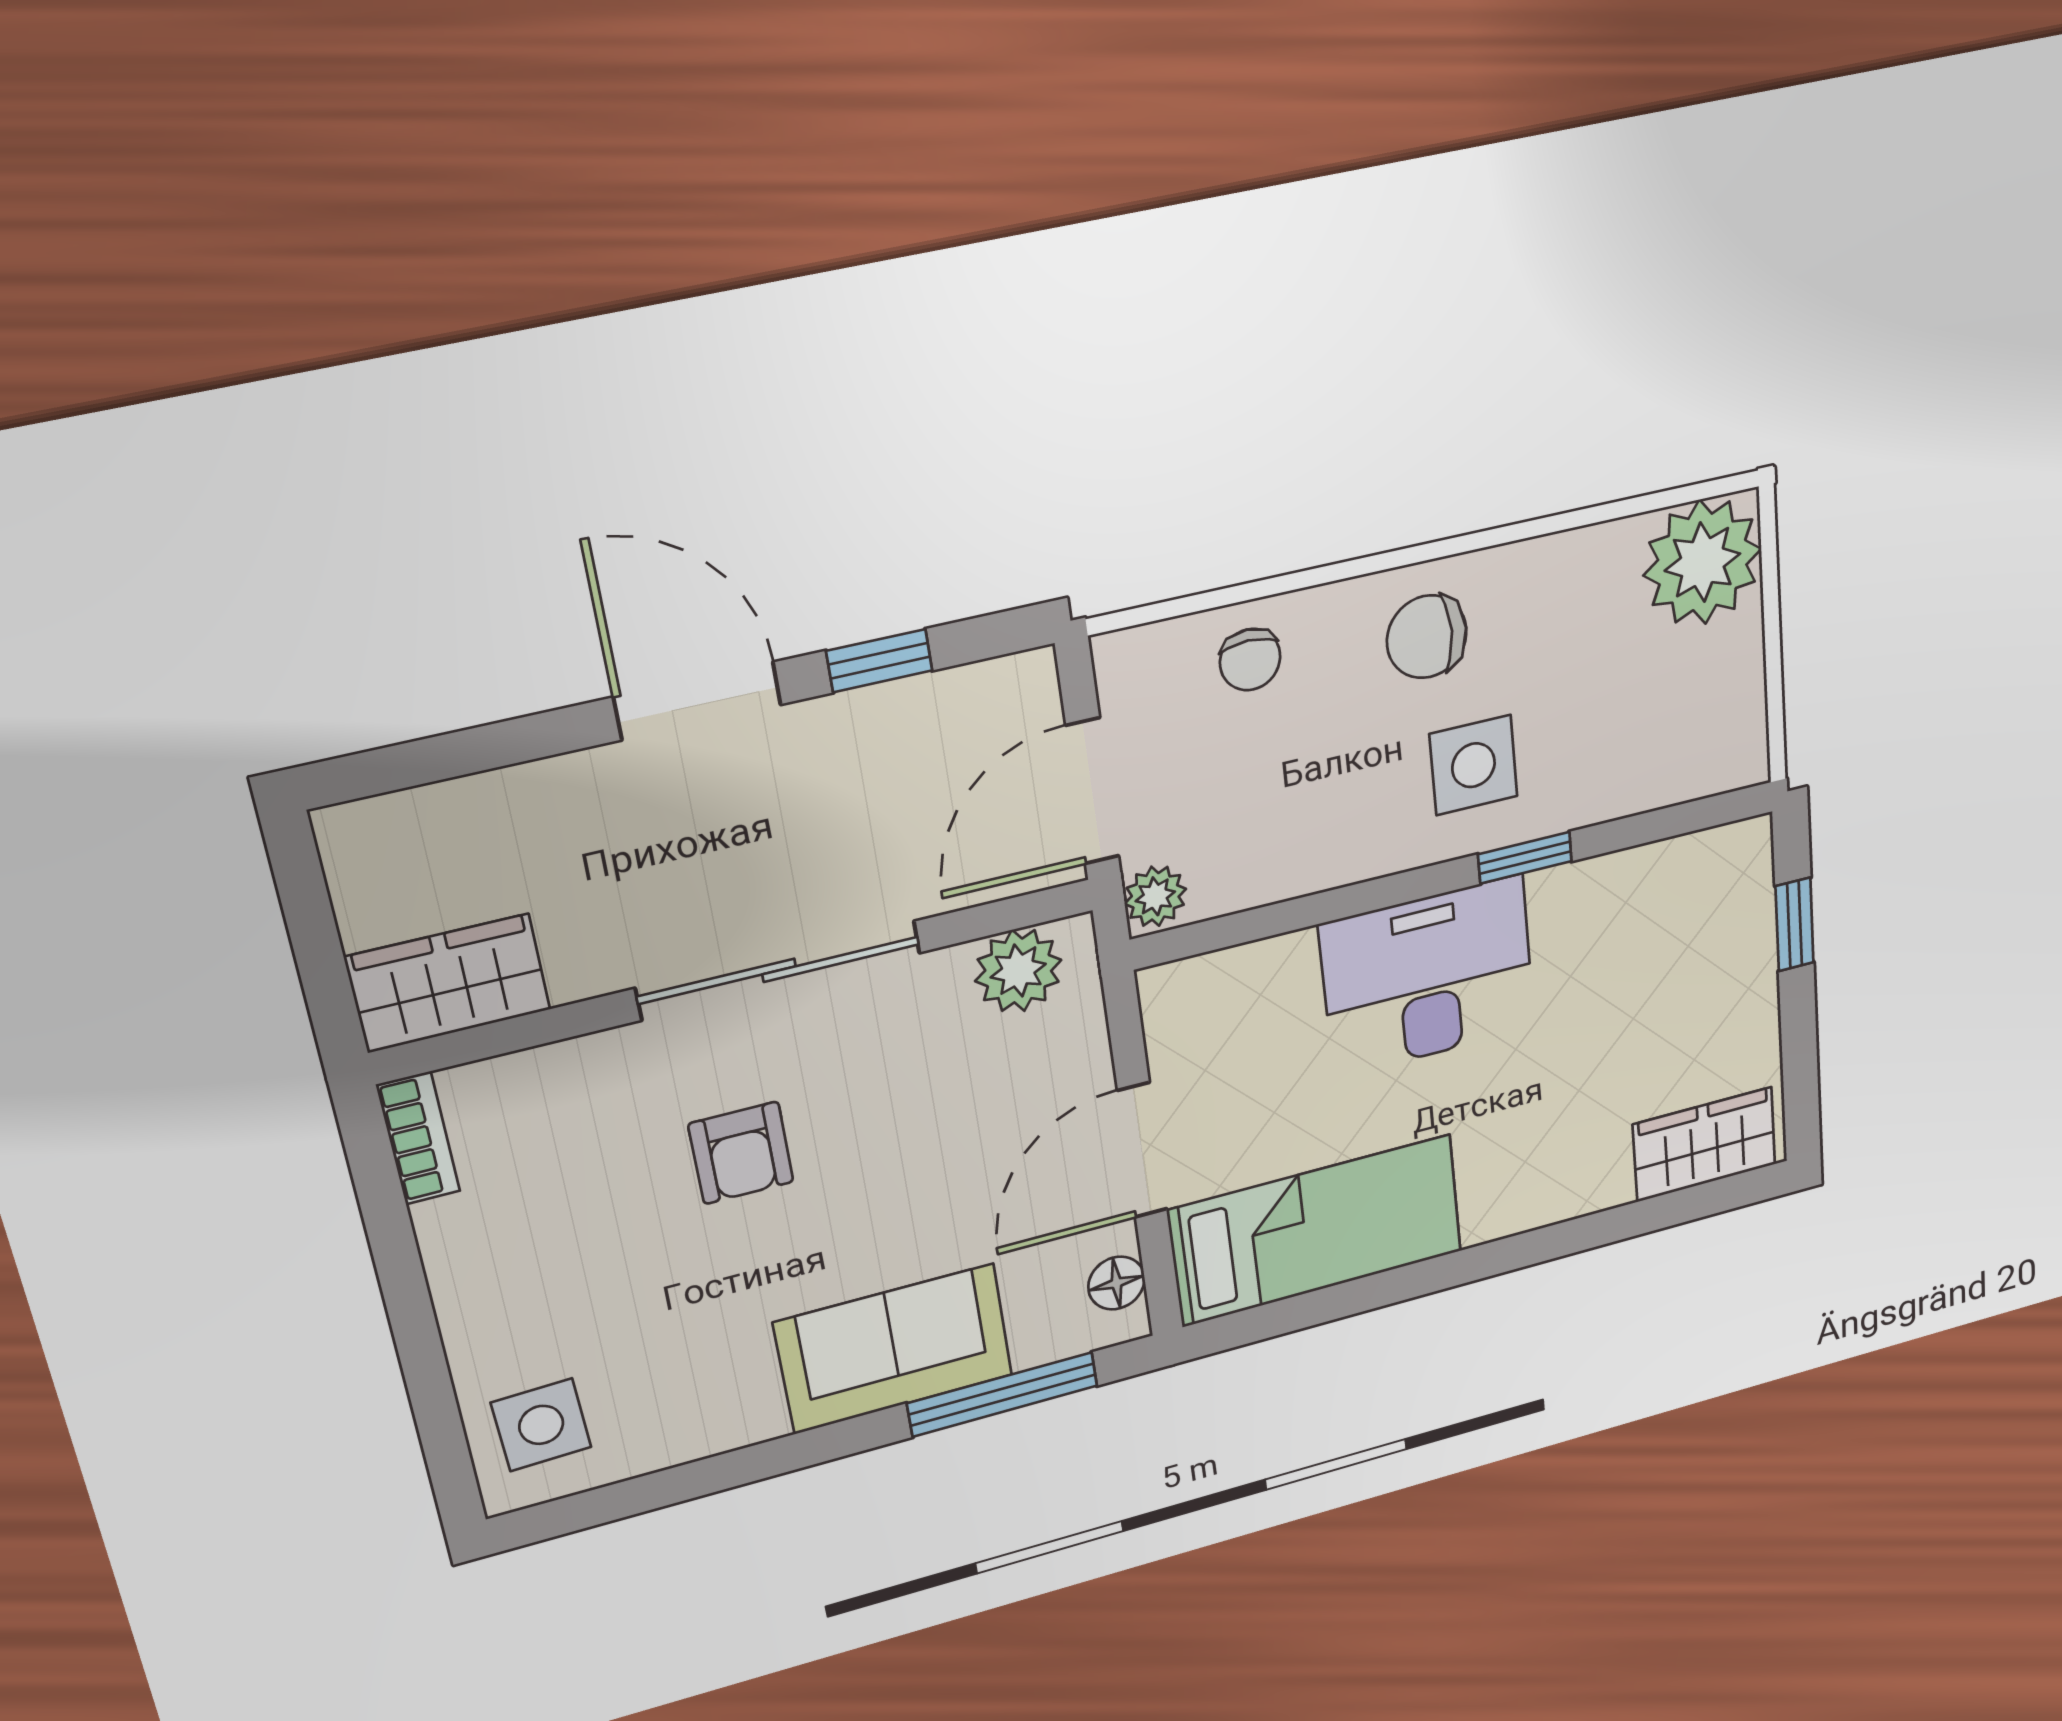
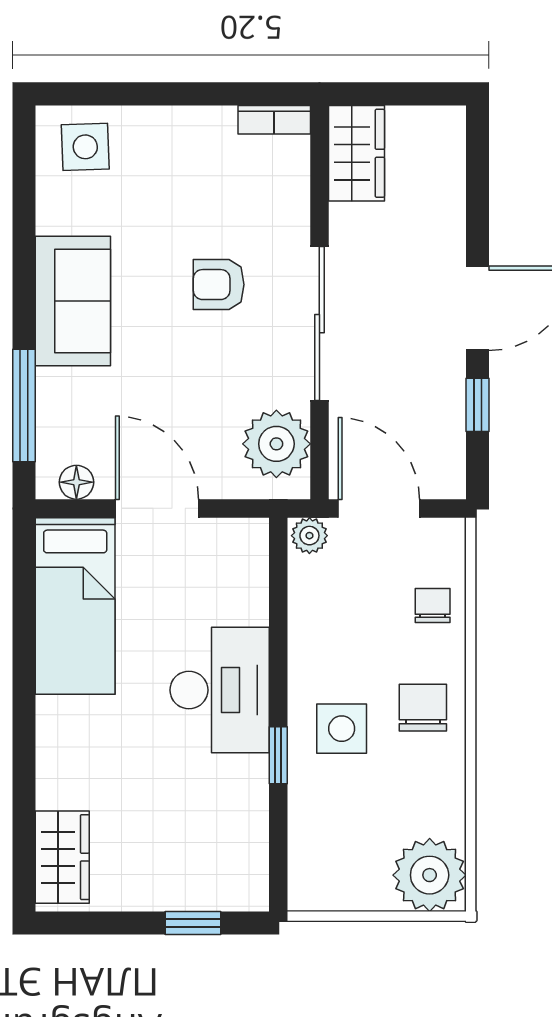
chair: (1250, 660) -> (433, 605), turned 90
plant: (1018, 971) -> (276, 444), width x1.36, depth x1.36
sofa: (894, 1349) -> (73, 301), moved

